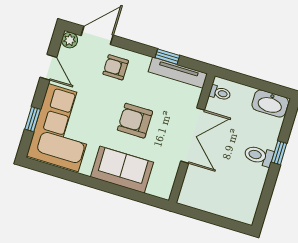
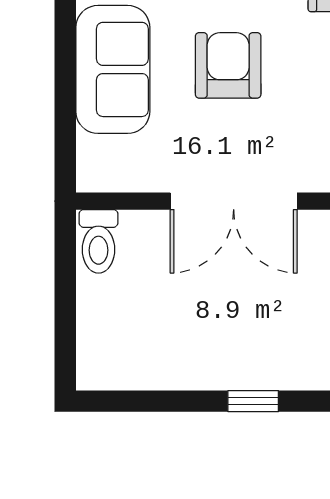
toilet: (259, 156) -> (98, 241), moved, turned 180

